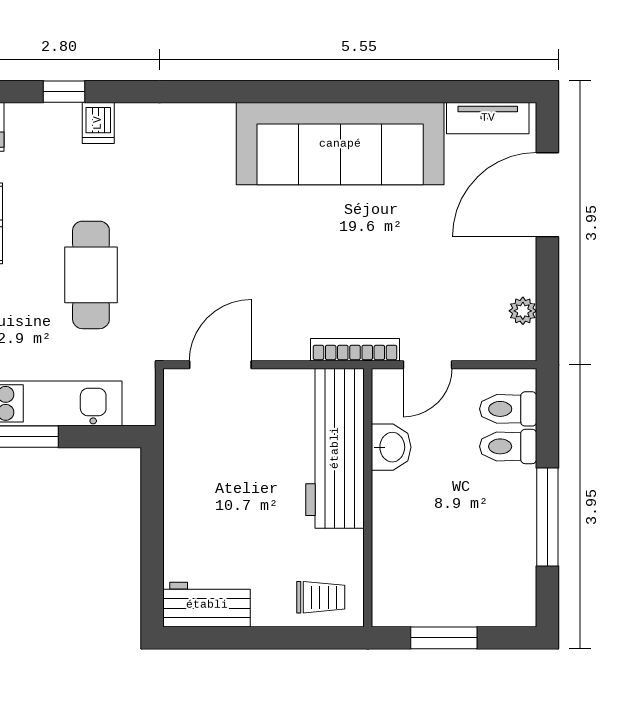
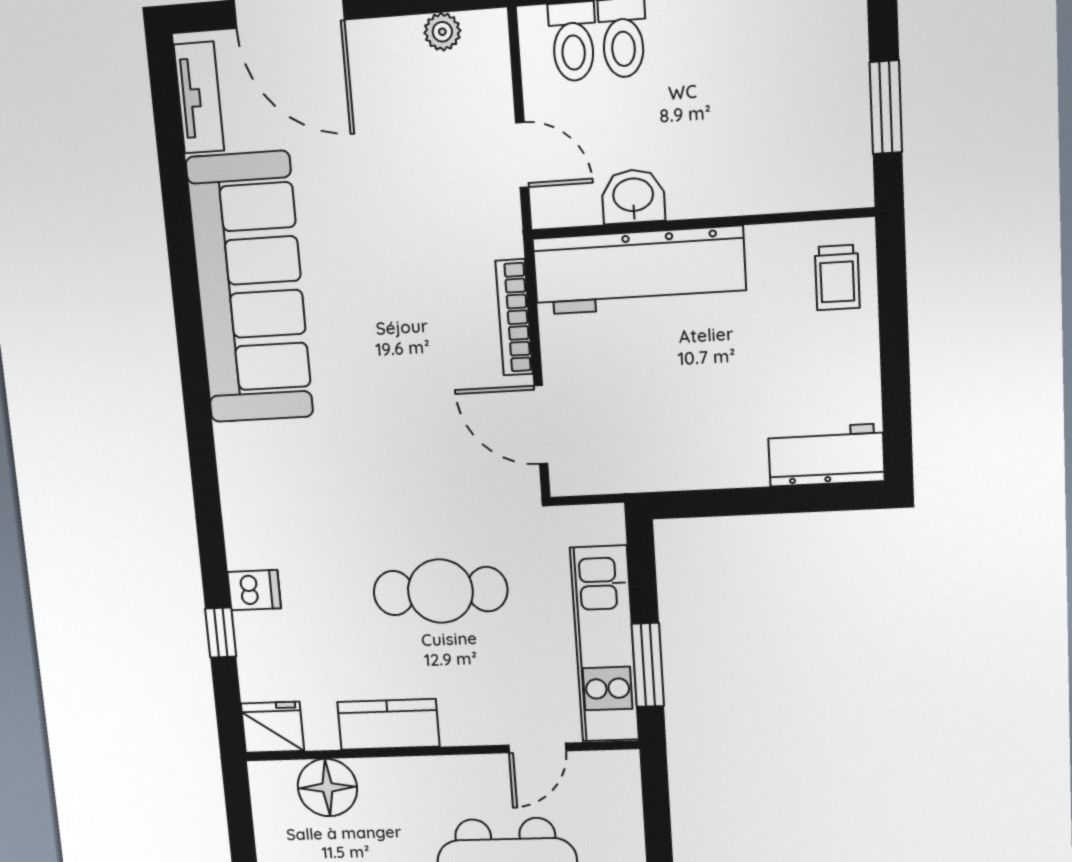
bookcase: (355, 350) -> (514, 317), moved
trolley: (321, 597) -> (837, 277), turned 180
workbench: (207, 605) -> (826, 455), moved, turned 90

